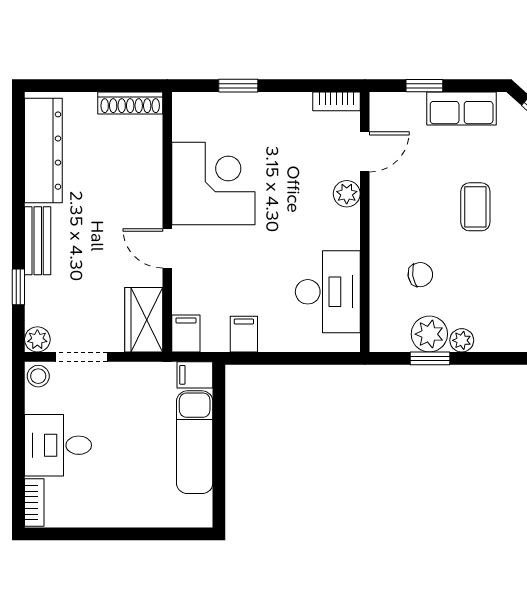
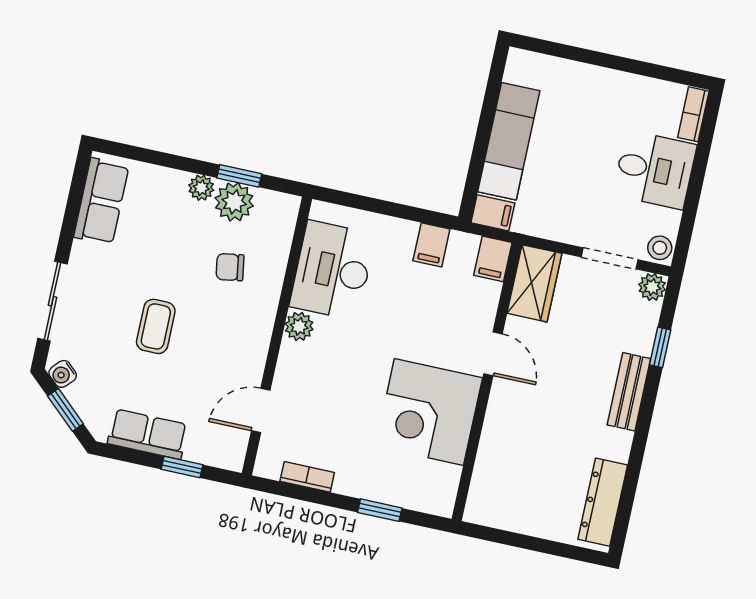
bookcase: (336, 101) -> (307, 477), moved
shoe rack: (130, 103) -> (499, 517), removed
dresser: (43, 151) -> (603, 502), width x0.73, depth x0.80
plant: (347, 194) -> (299, 326), moved

